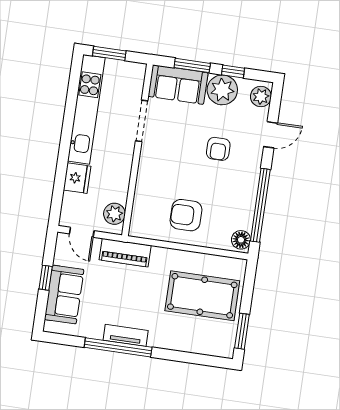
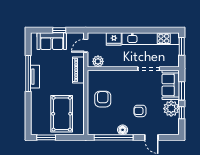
plant: (261, 97) -> (171, 129), removed
floor lamp: (241, 240) -> (123, 130), moved

